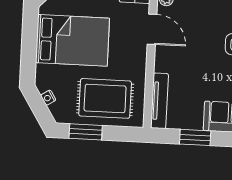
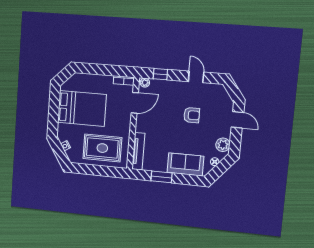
door: (152, 29) -> (135, 103), hinge flipped
window: (86, 132) -> (89, 169), removed

